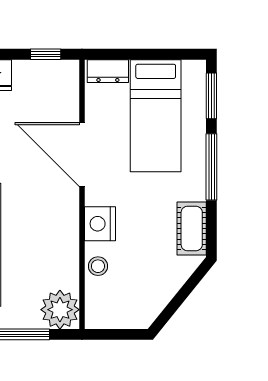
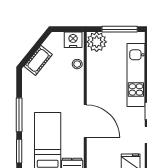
nightstand: (100, 224) -> (73, 40), moved, turned -90
cot: (192, 228) -> (38, 60), moved, turned 39

